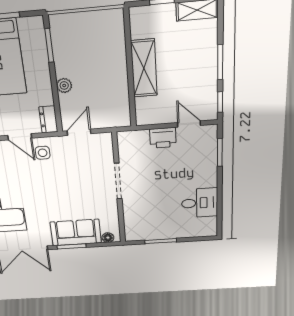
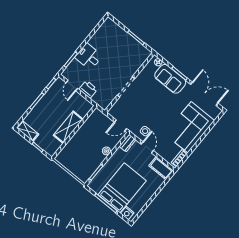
desk: (200, 203) -> (89, 57), moved

